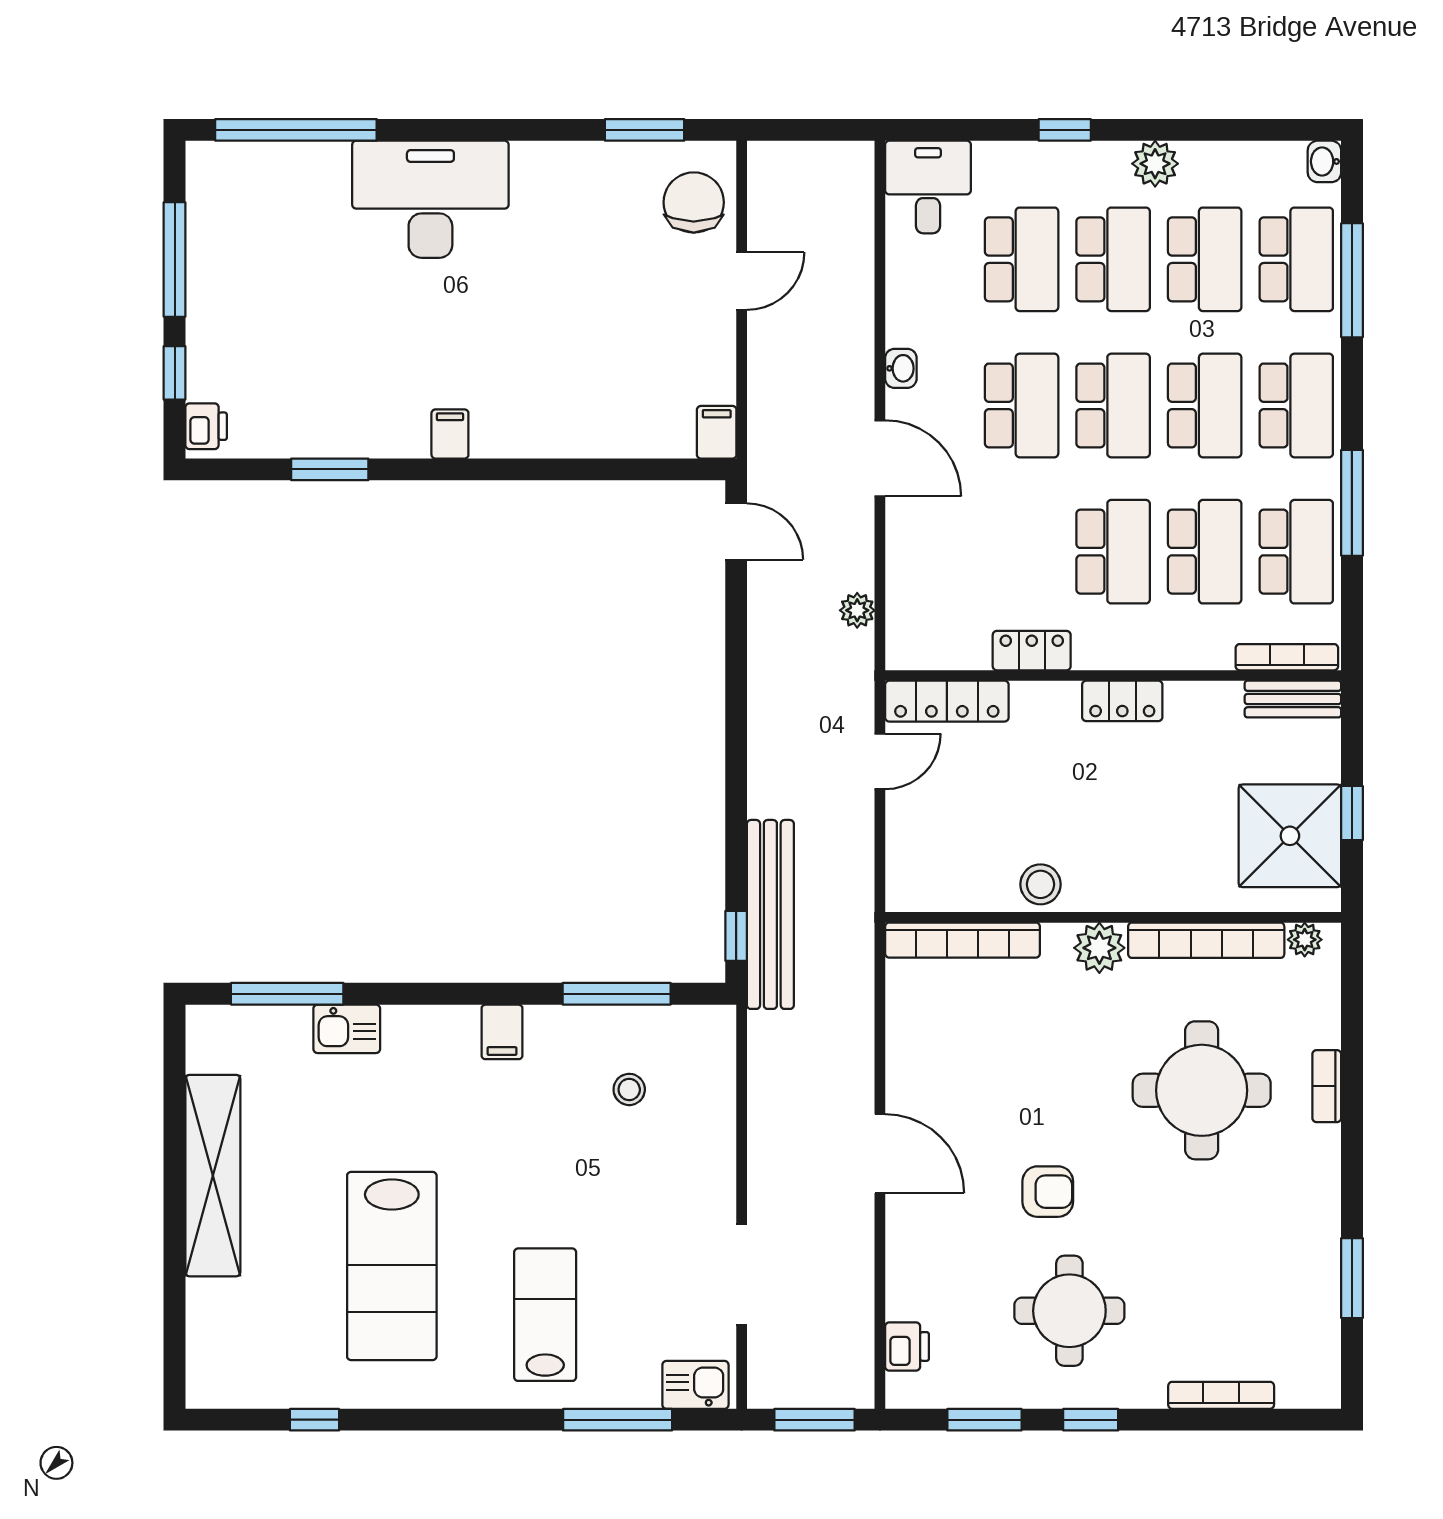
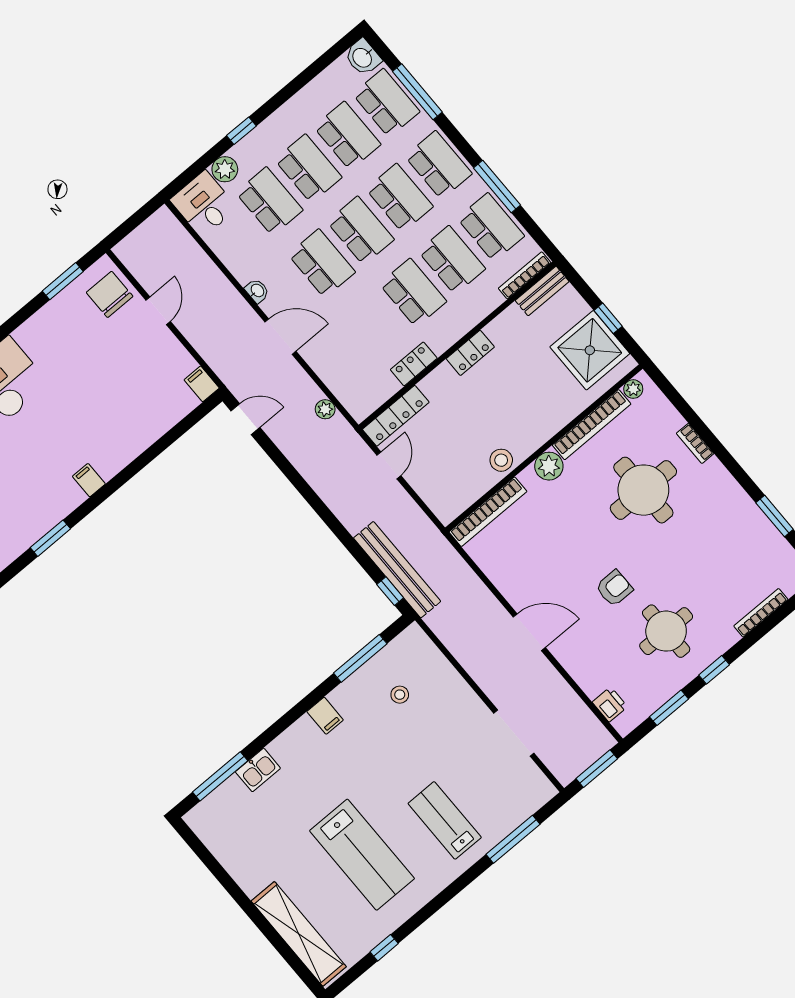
washbasin: (1324, 161) -> (363, 57), width x1.38, depth x1.45
plant: (1155, 164) -> (225, 169), moved
shelving: (213, 1176) -> (299, 934), moved
kitchen sink: (695, 1385) -> (534, 796), removed

